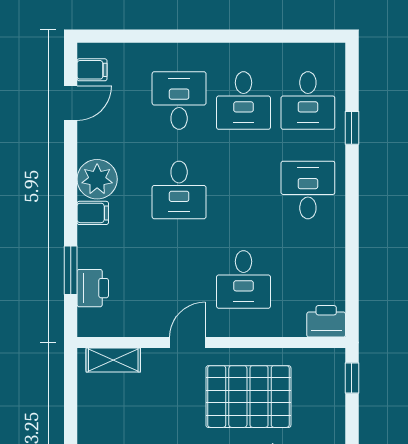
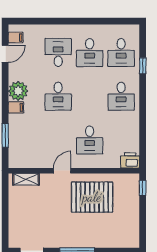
desk: (308, 190) -> (121, 96), turned 180
printer: (93, 288) -> (16, 144), removed

